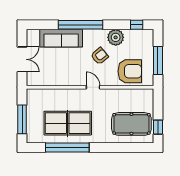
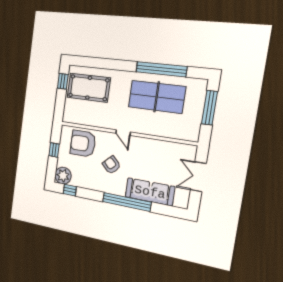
plant: (116, 37) -> (63, 176), moved
armchair: (99, 56) -> (111, 165), turned 84
window: (158, 60) -> (54, 150), width x0.46

